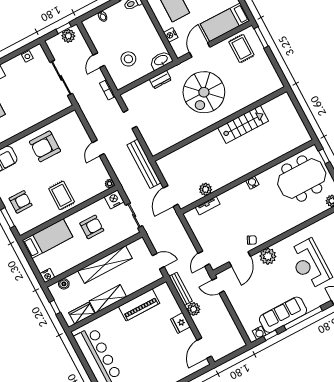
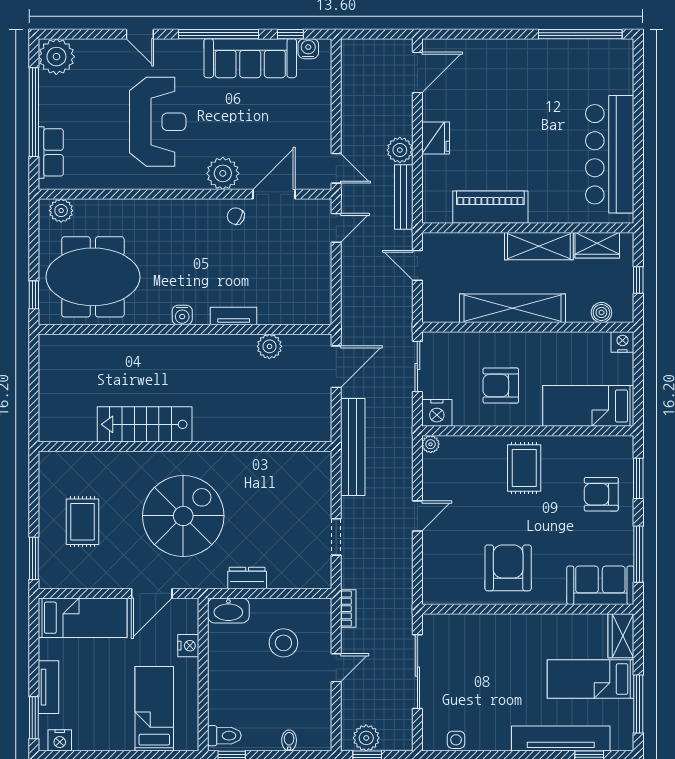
rug: (241, 48) -> (83, 522), moved
armchair: (45, 146) -> (508, 568), turned -90
tv unit: (208, 206) -> (234, 316), moved

